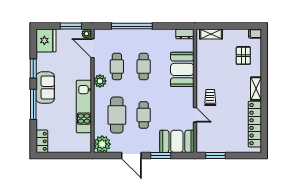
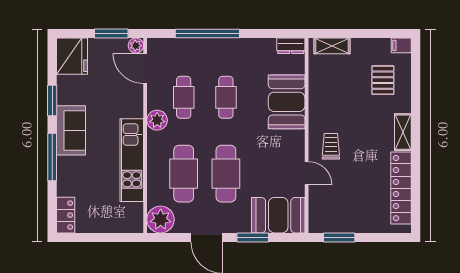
cafe table: (144, 115) -> (226, 174), width x1.37, depth x1.35

